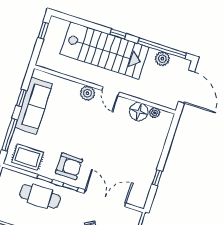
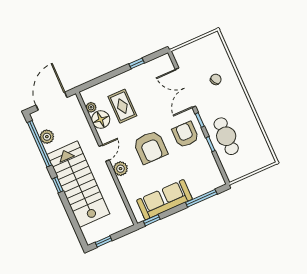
window: (21, 98) -> (152, 220), moved
armchair: (84, 131) -> (150, 147), added
rug: (28, 157) -> (122, 106), moved

